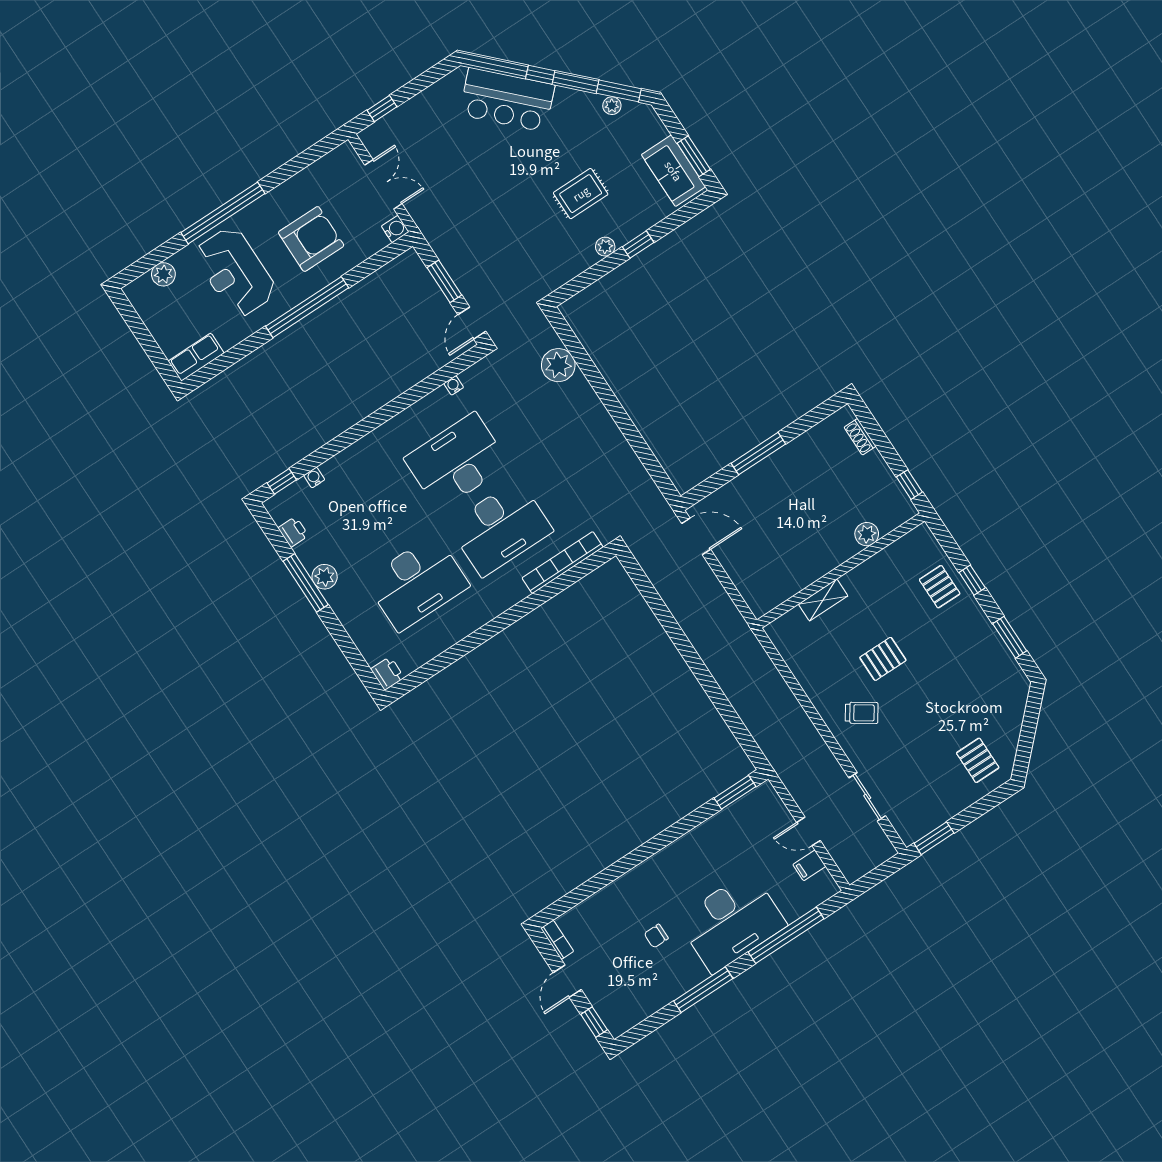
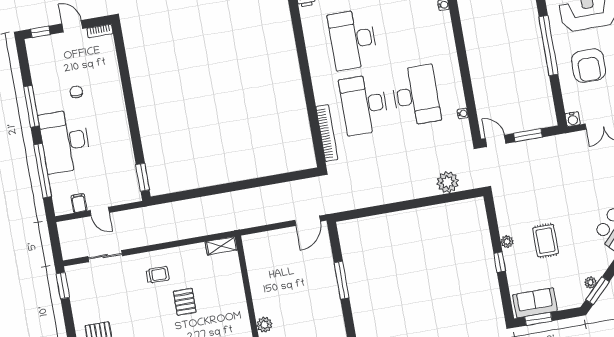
shelving: (823, 600) -> (221, 246), moved, turned 90
trolley: (862, 713) -> (158, 275), turned -124
door: (808, 831) -> (100, 211), swing flipped

